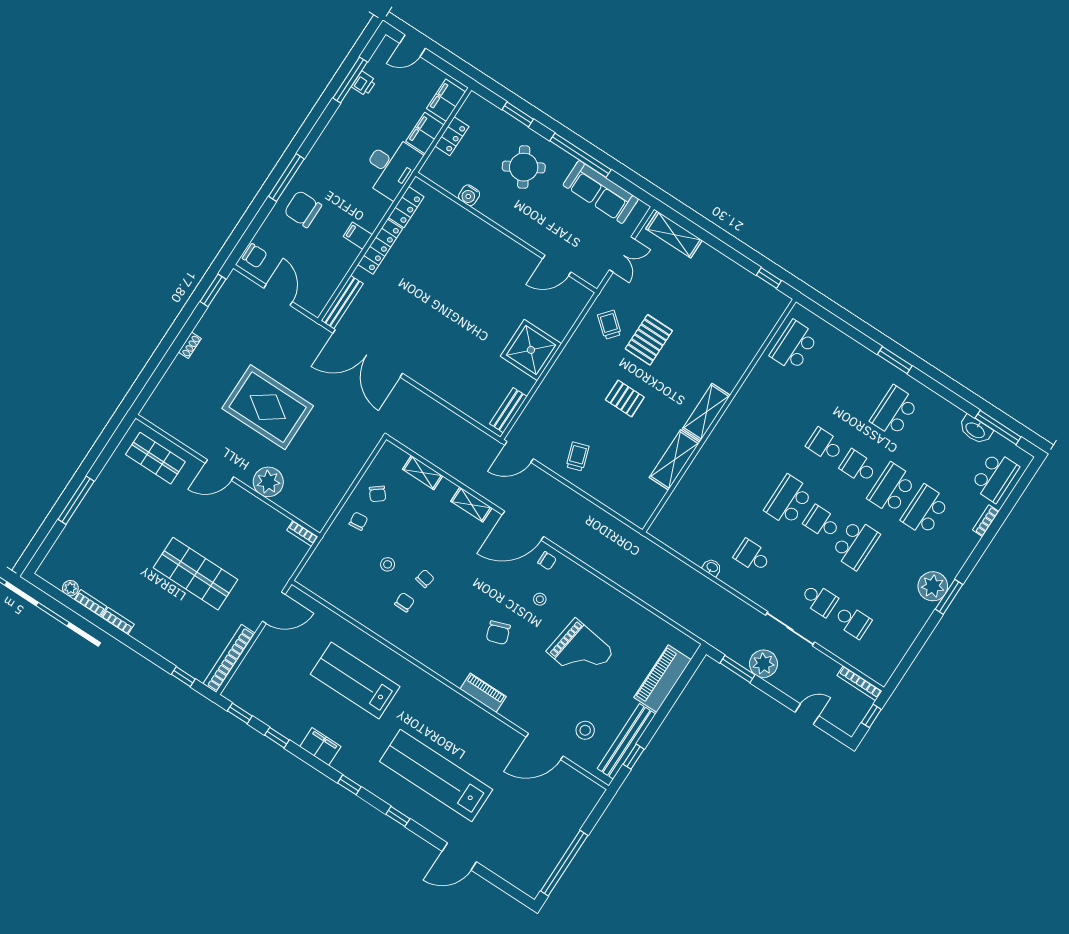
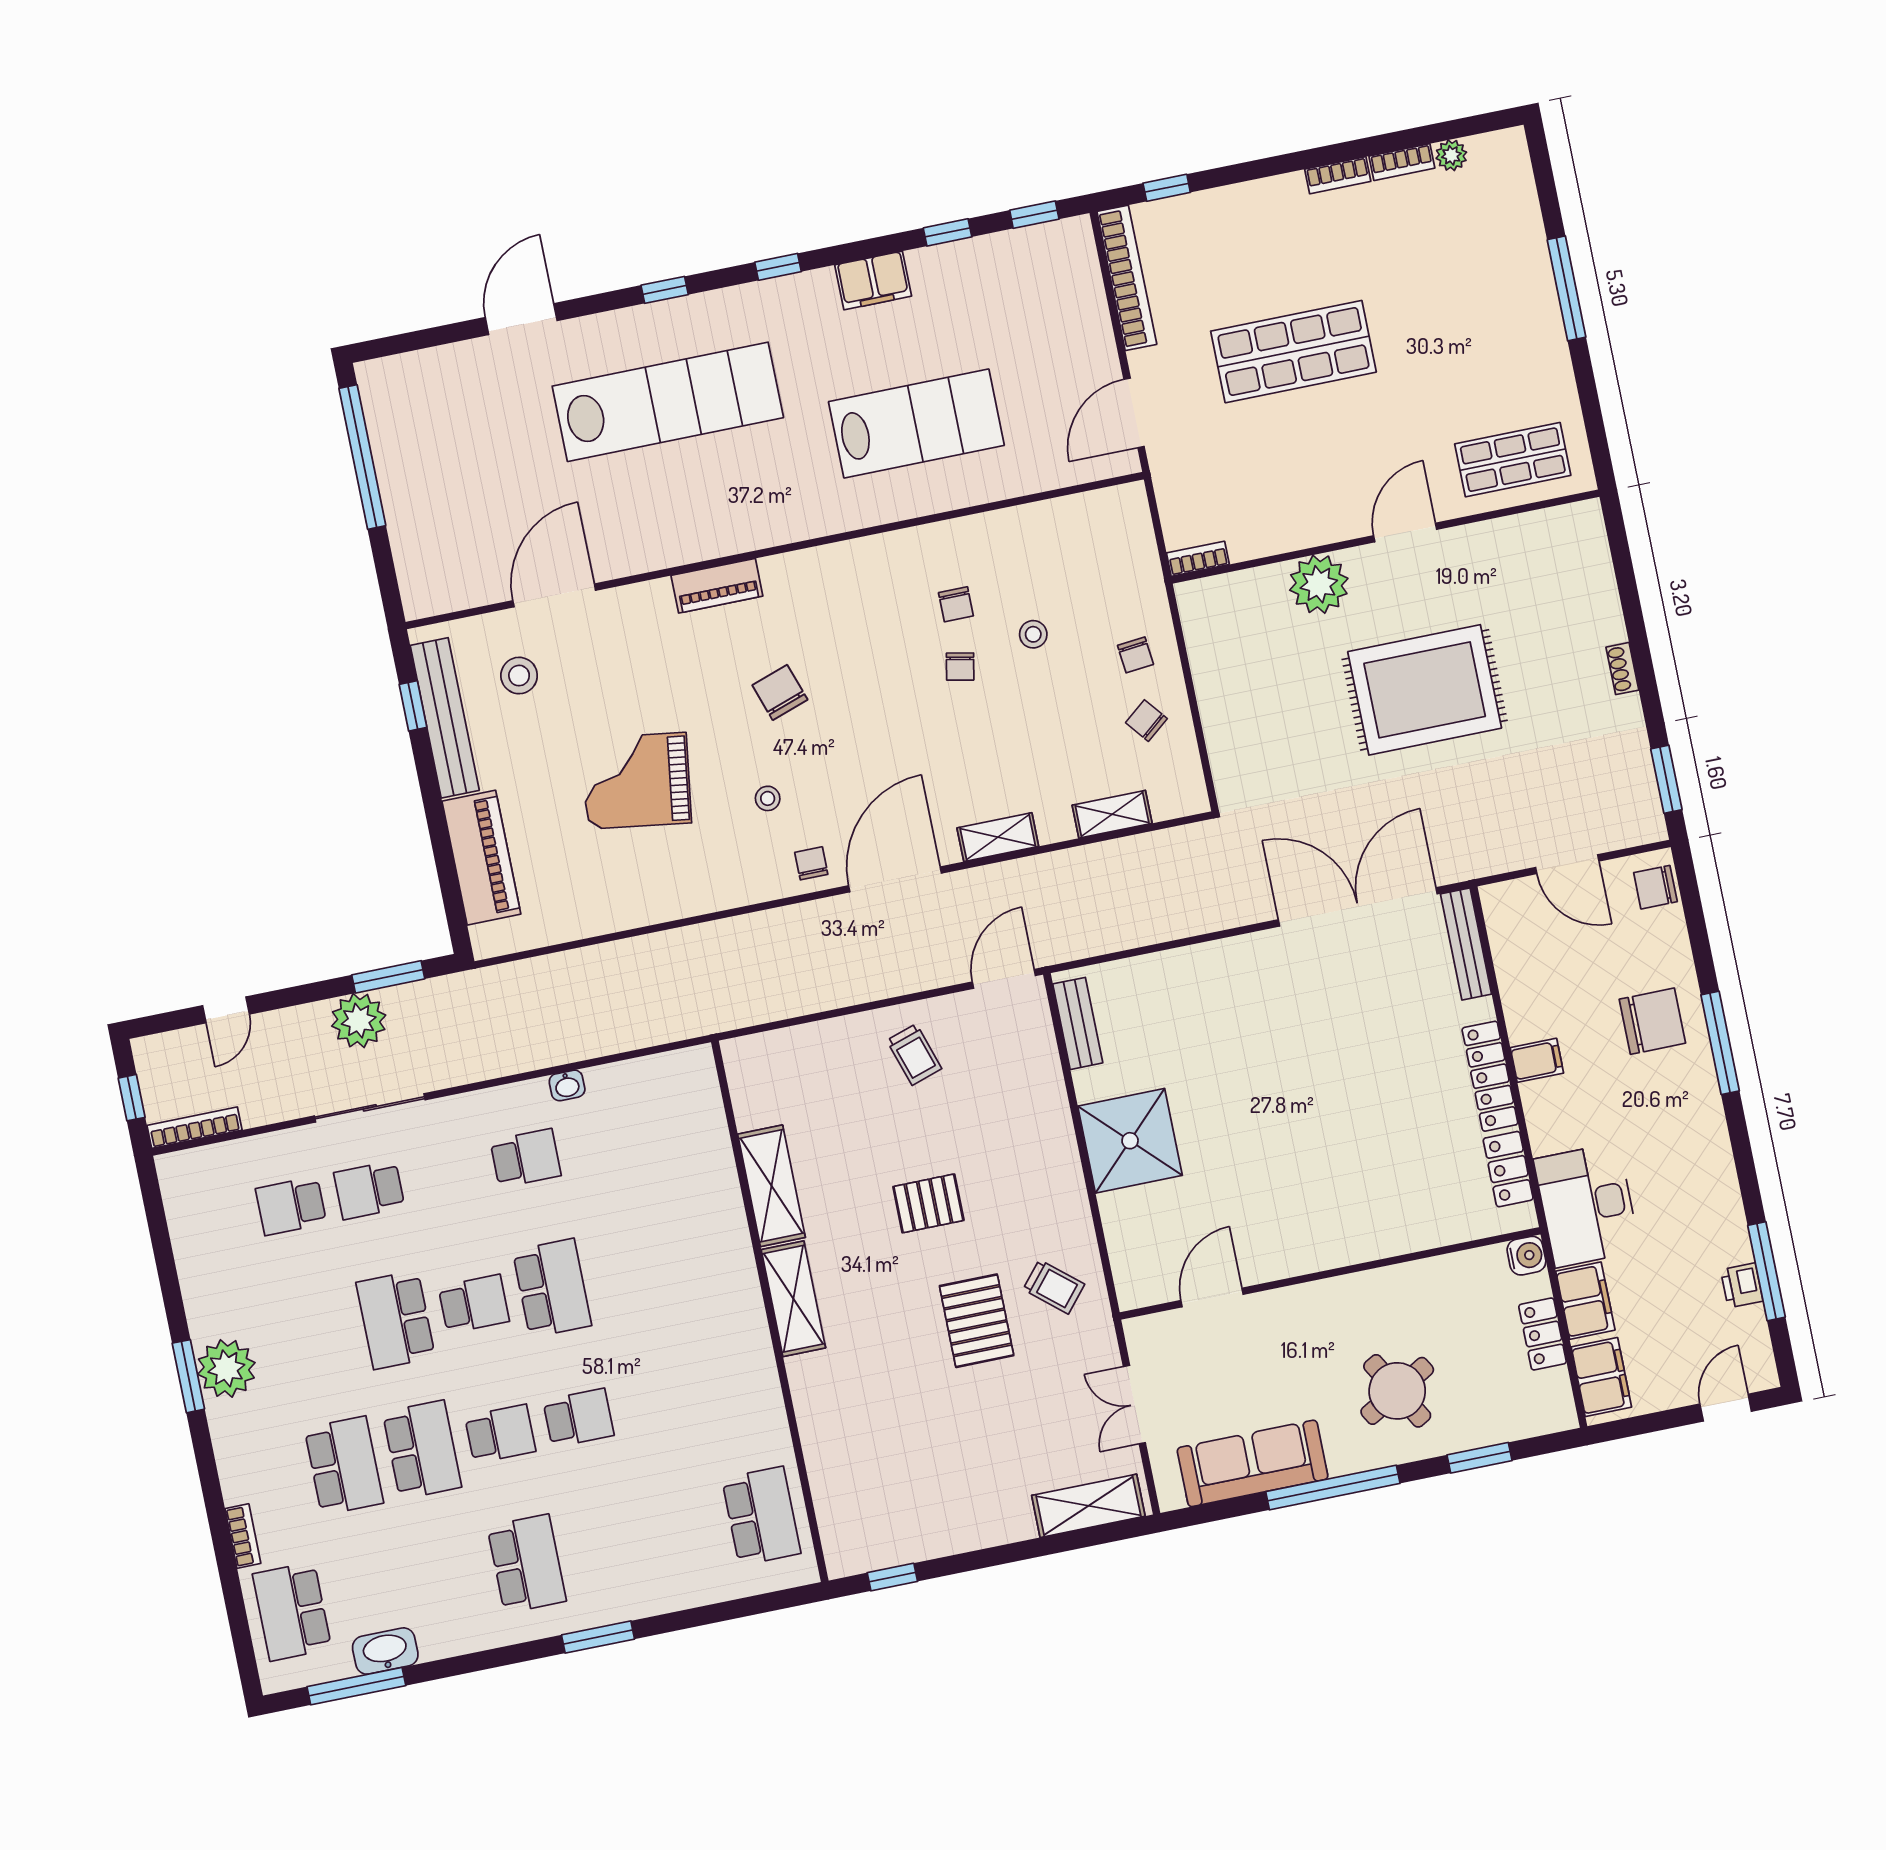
water cooler: (469, 195) -> (1526, 1256), moved, turned 90
chair: (547, 561) -> (811, 863), turned 90

